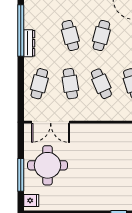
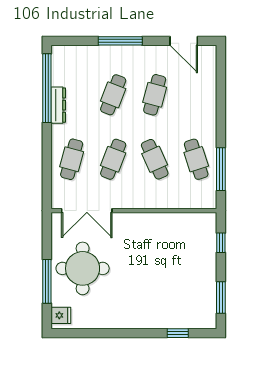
cafe table: (70, 36) -> (113, 95), turned 36
cafe table: (70, 84) -> (113, 159), turned 30

